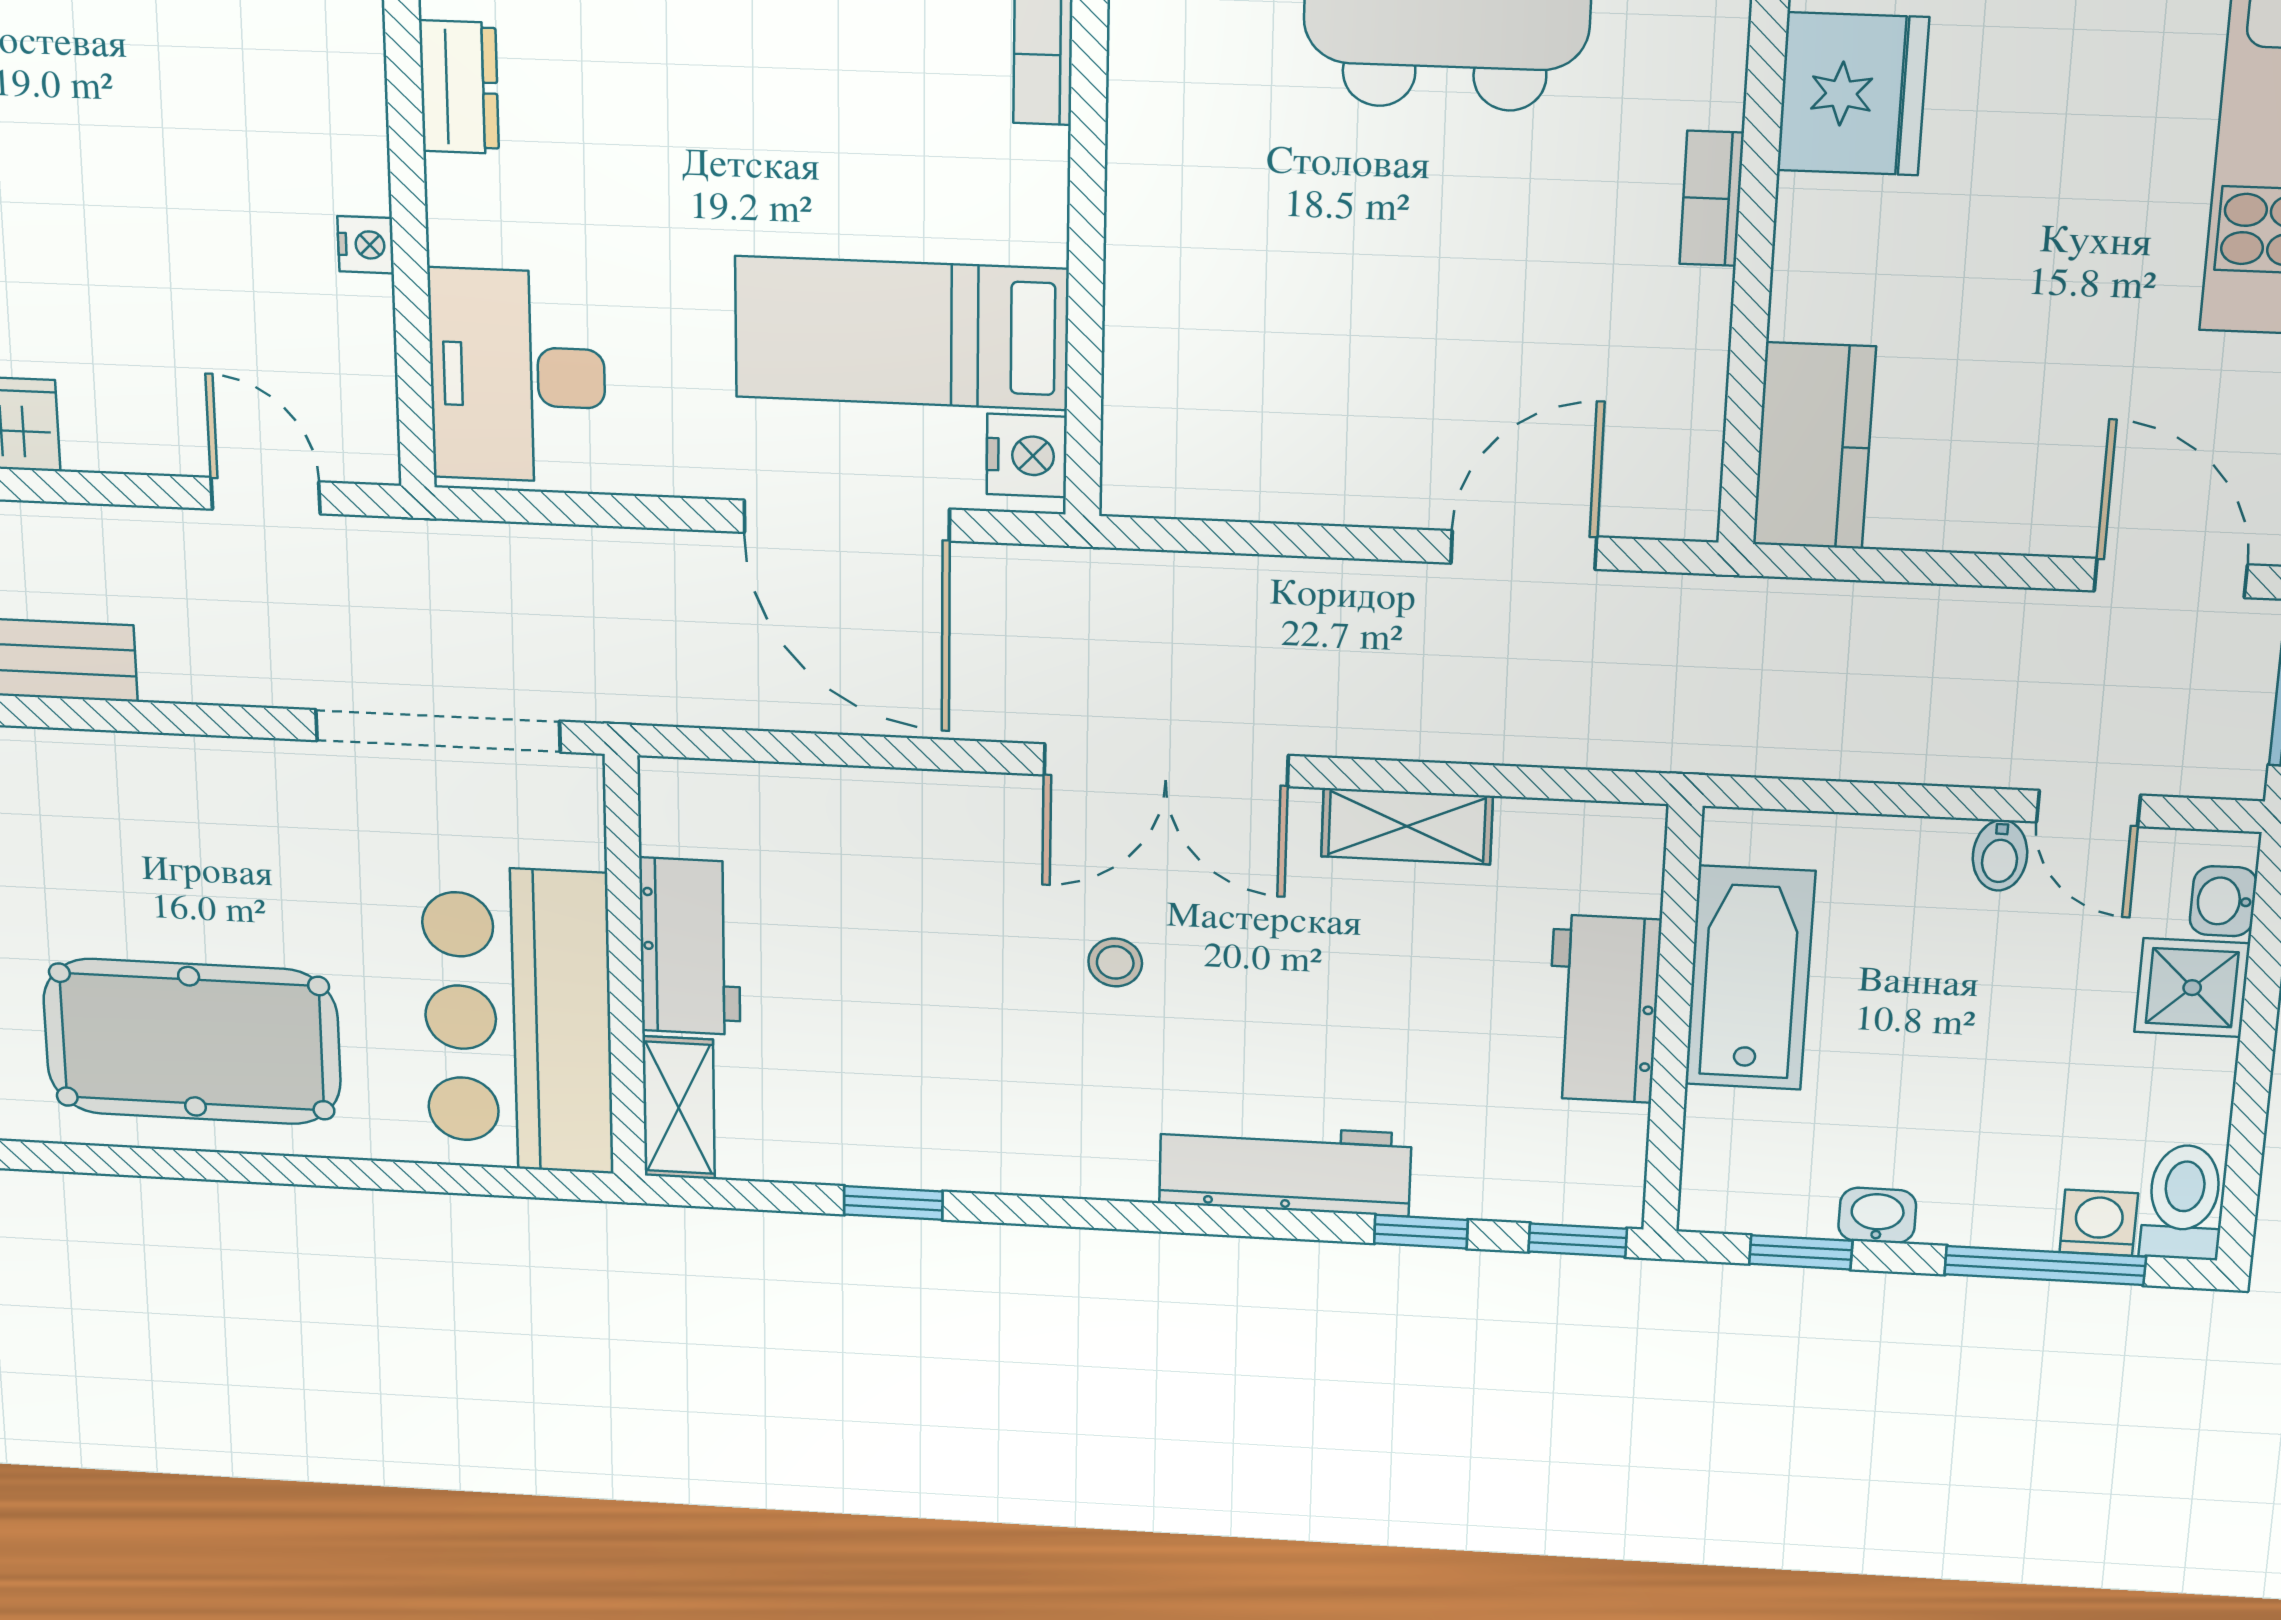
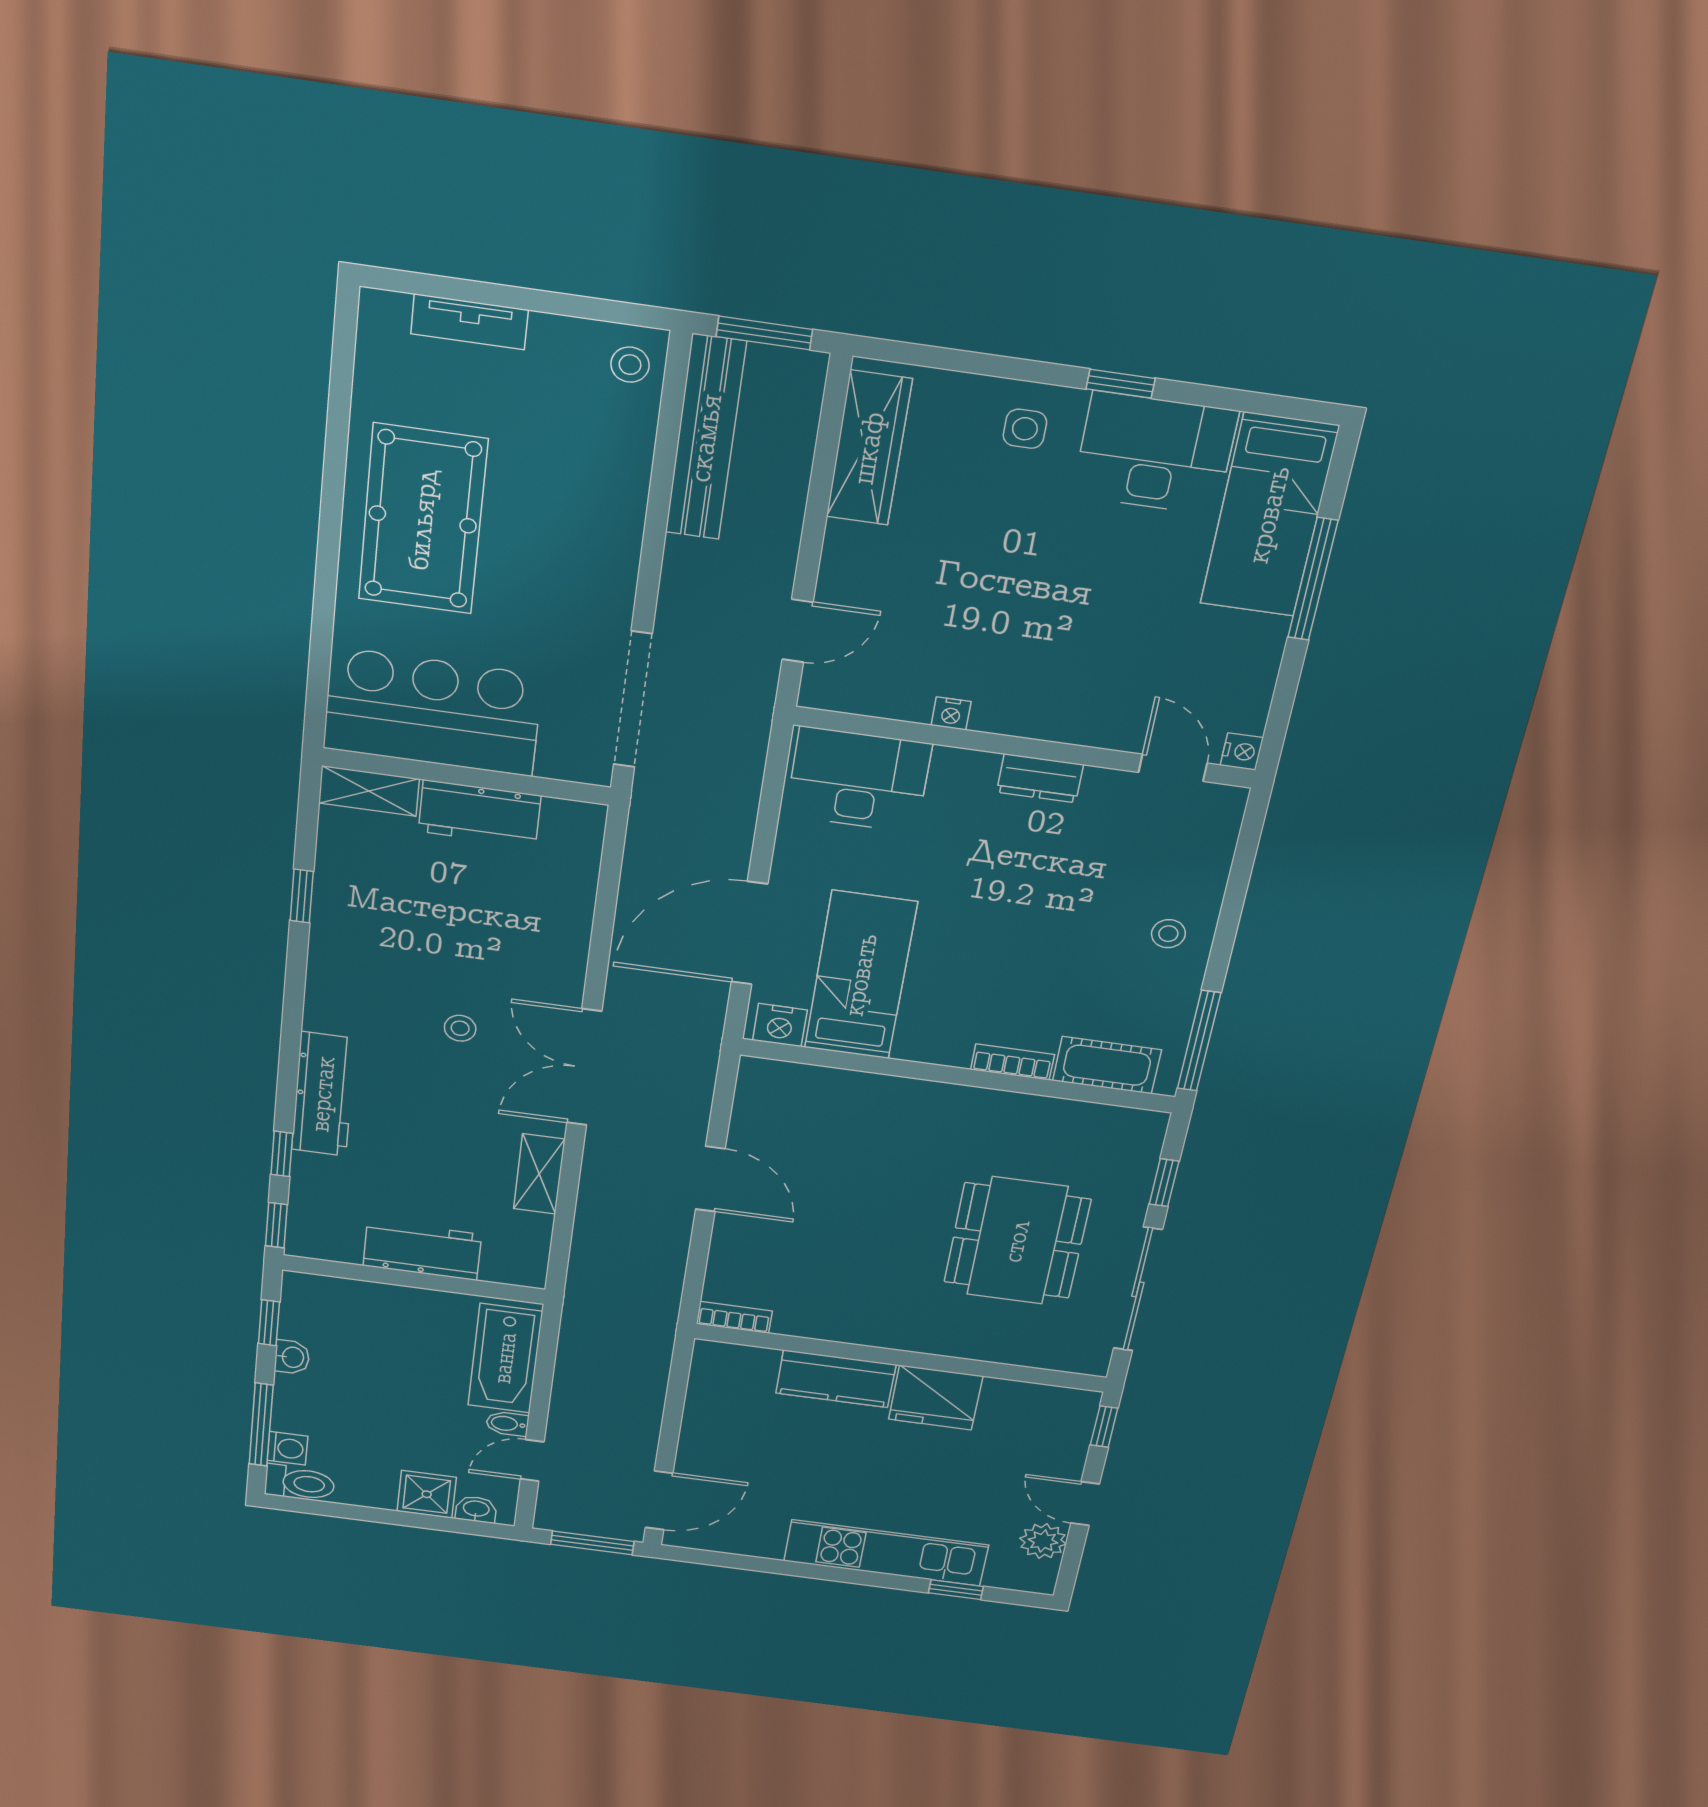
bookcase: (1712, 198) -> (734, 1317), moved
kitchen counter: (1814, 446) -> (836, 1379), moved
door: (1524, 550) -> (710, 1179), moved
bathtub: (1750, 978) -> (505, 1358), moved, turned 90

